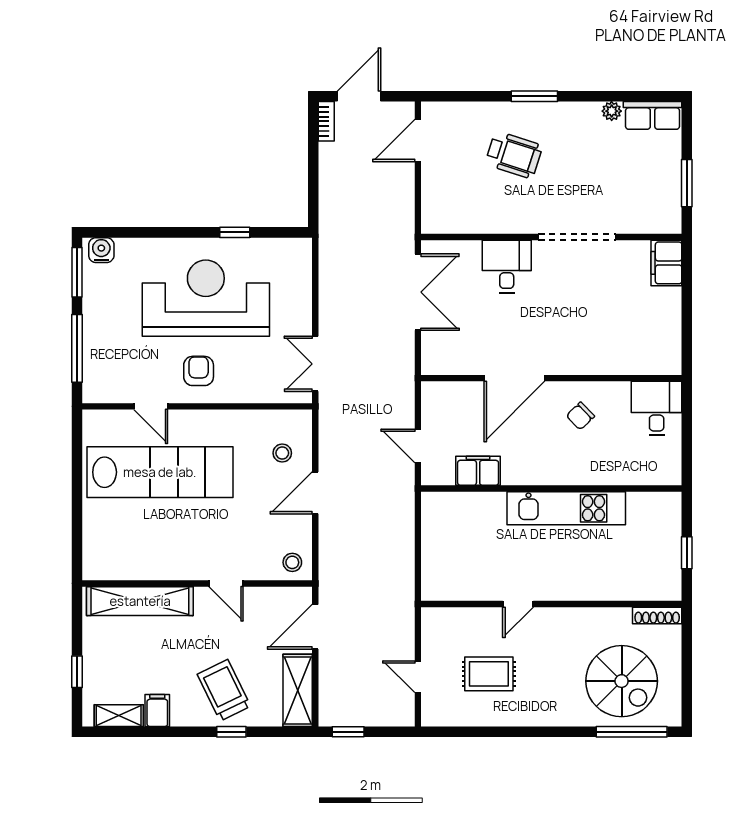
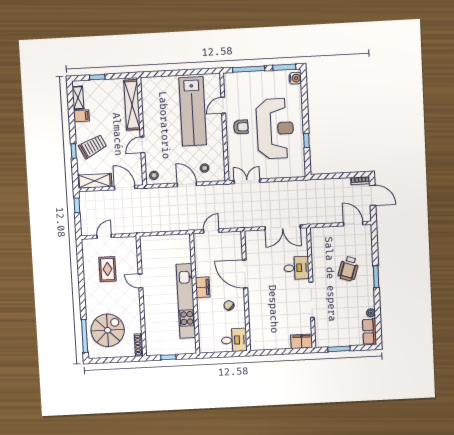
filing cabinet: (478, 471) -> (203, 287), moved
kitchen unit: (566, 508) -> (186, 301), width x1.36
spiral stairs: (622, 681) -> (108, 330), turned 180

